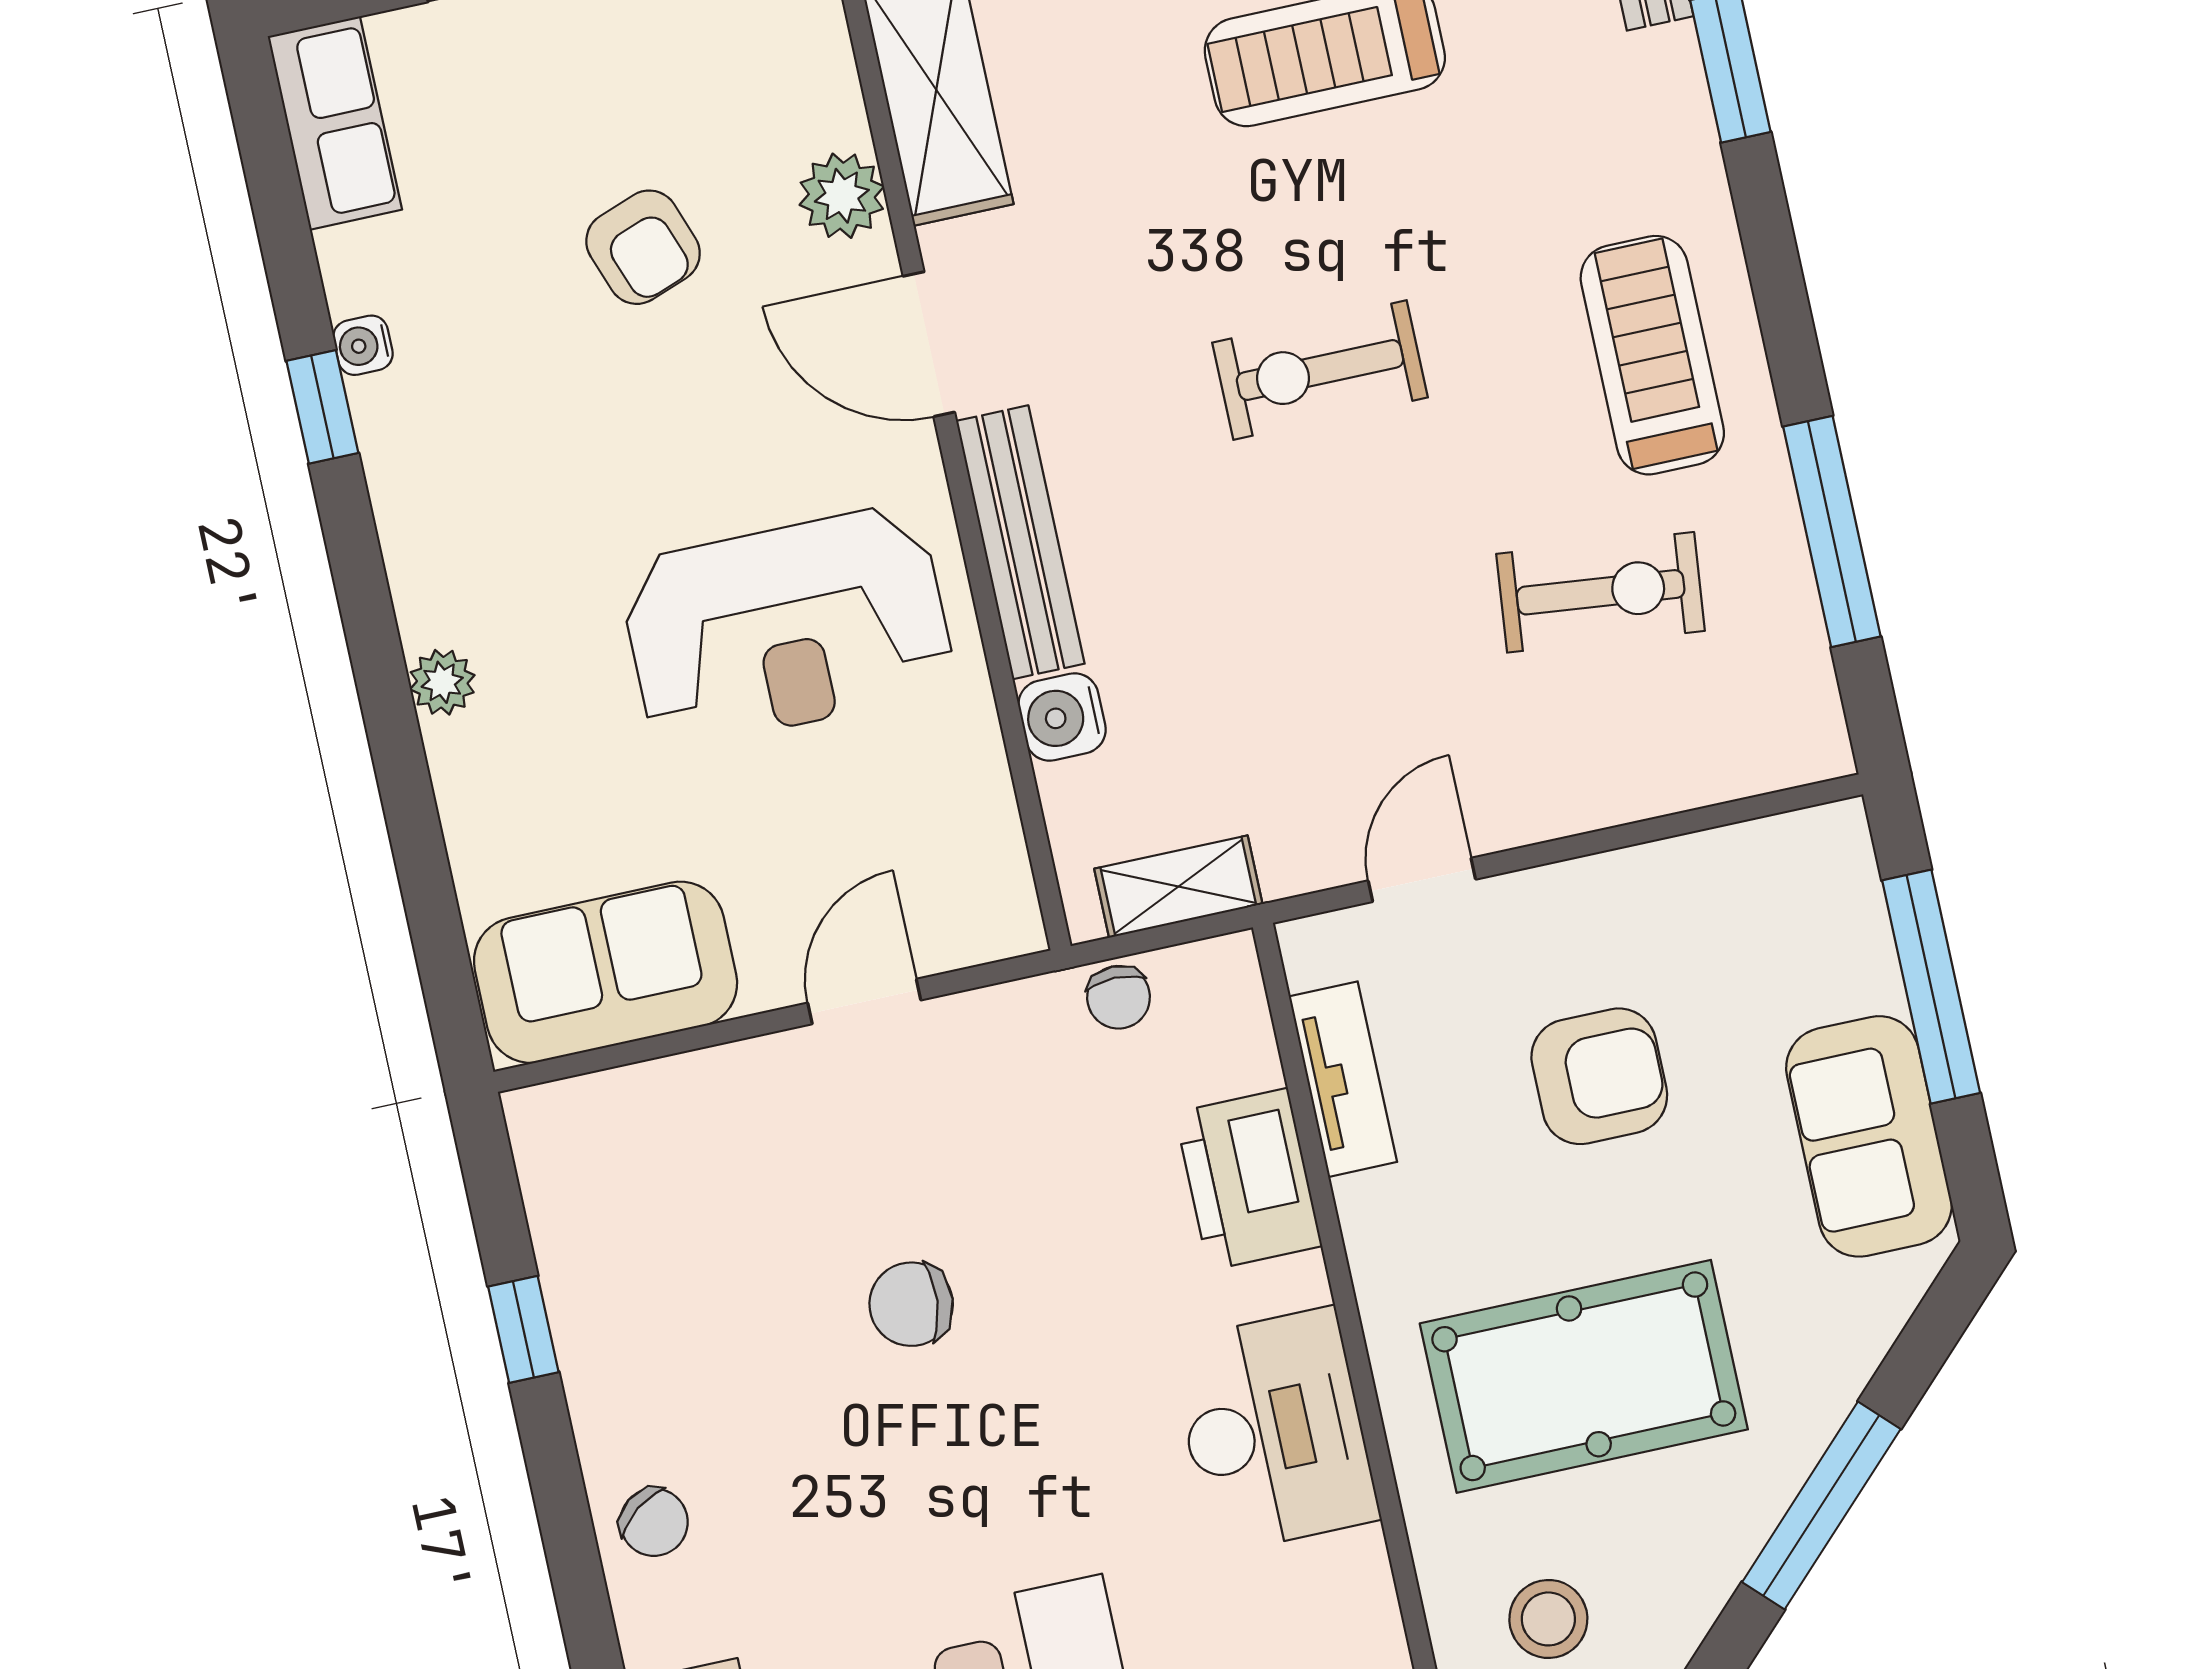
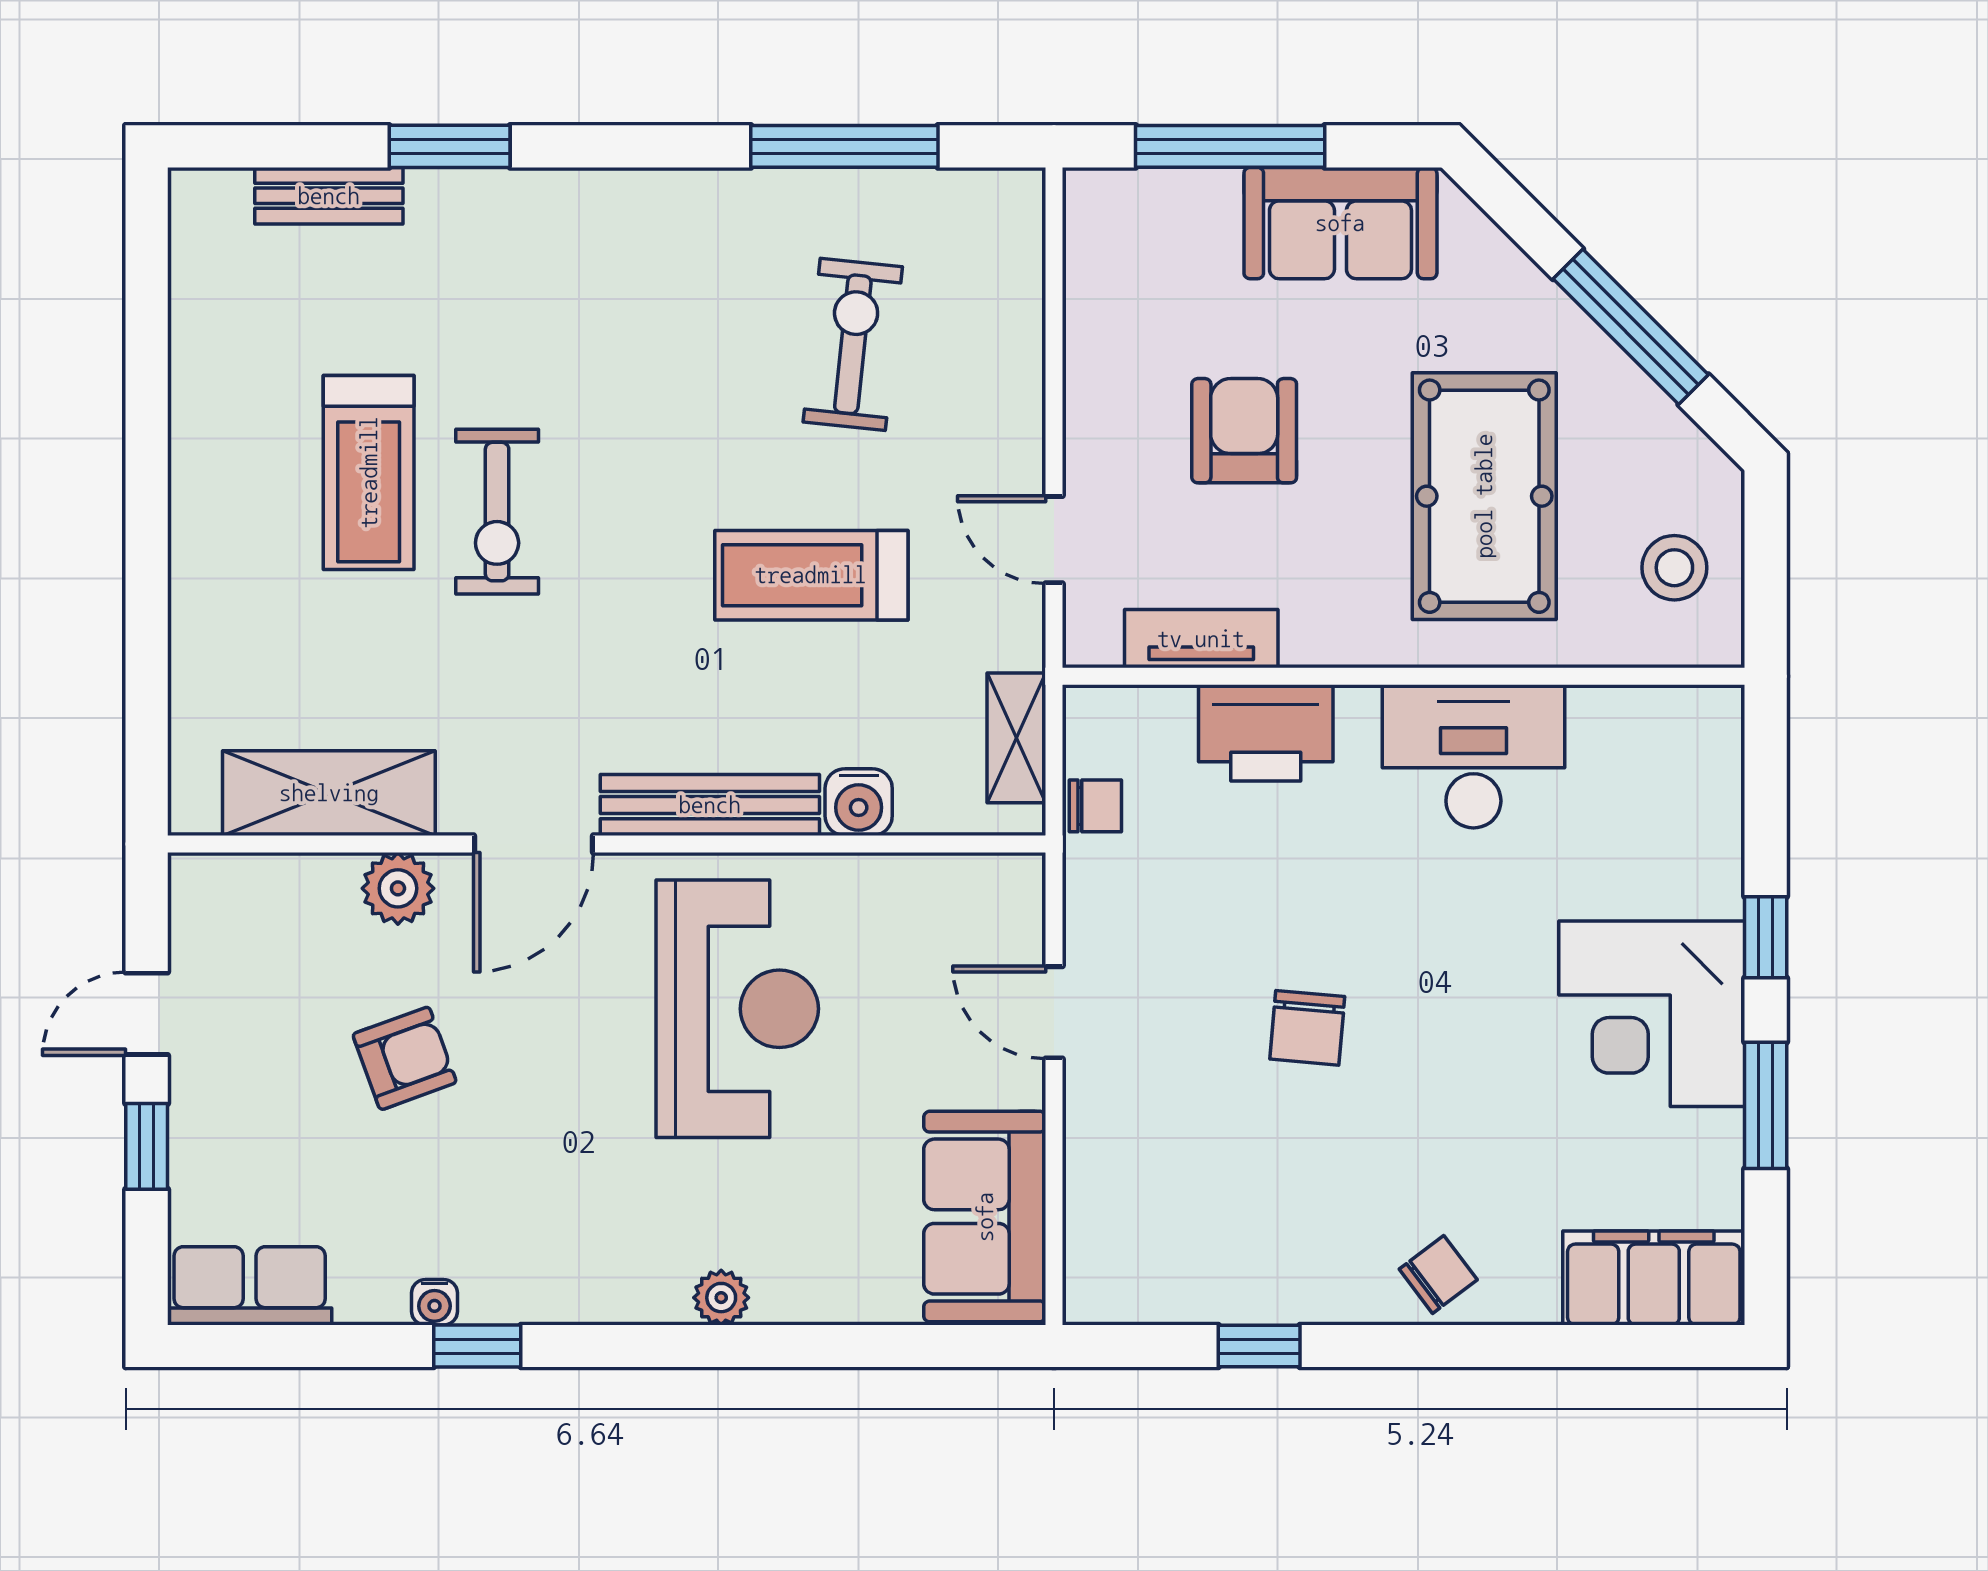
treadmill: (1652, 355) -> (811, 575), moved
exercise bike: (1320, 370) -> (497, 512), moved

